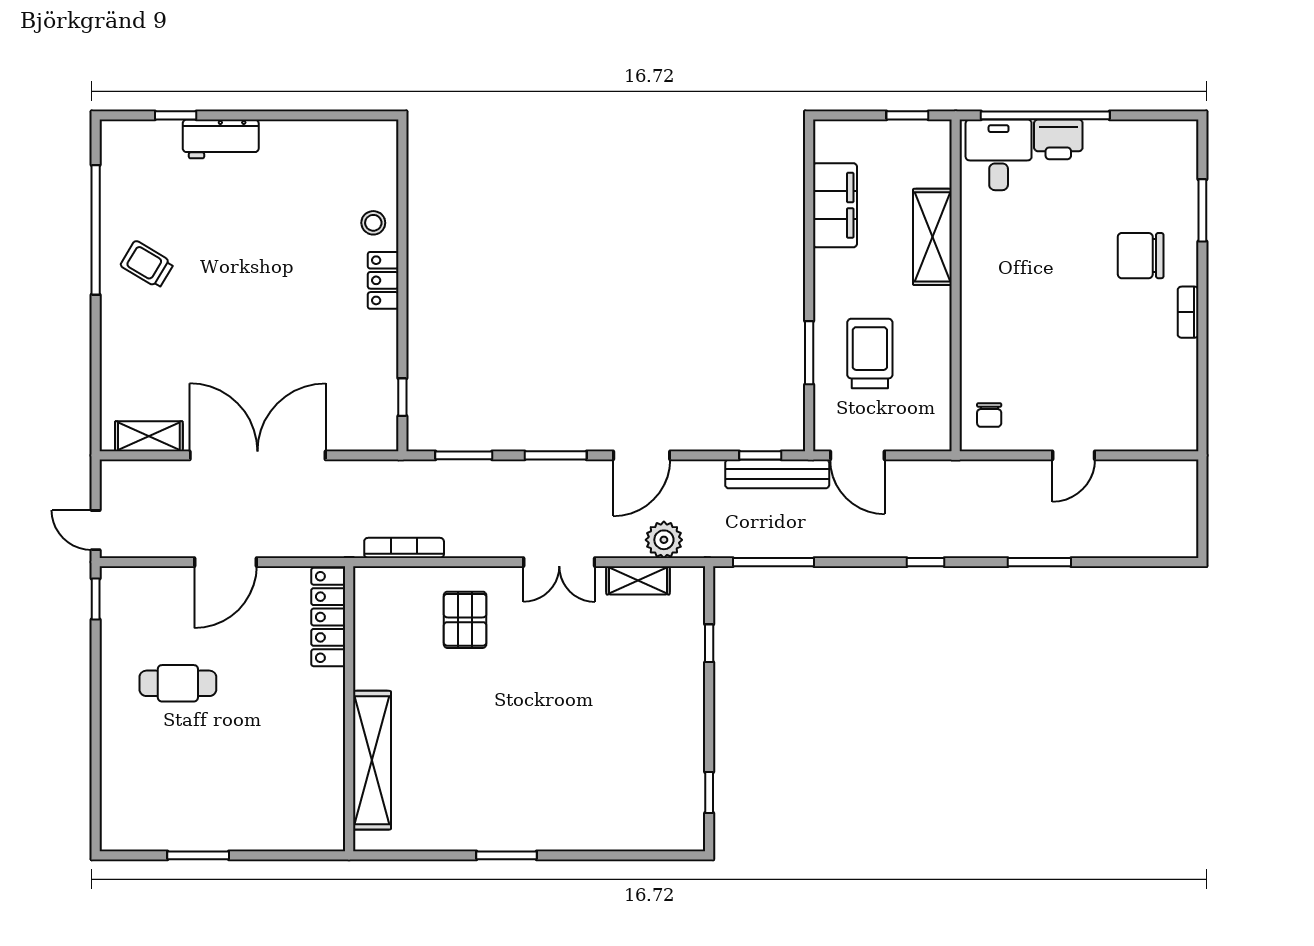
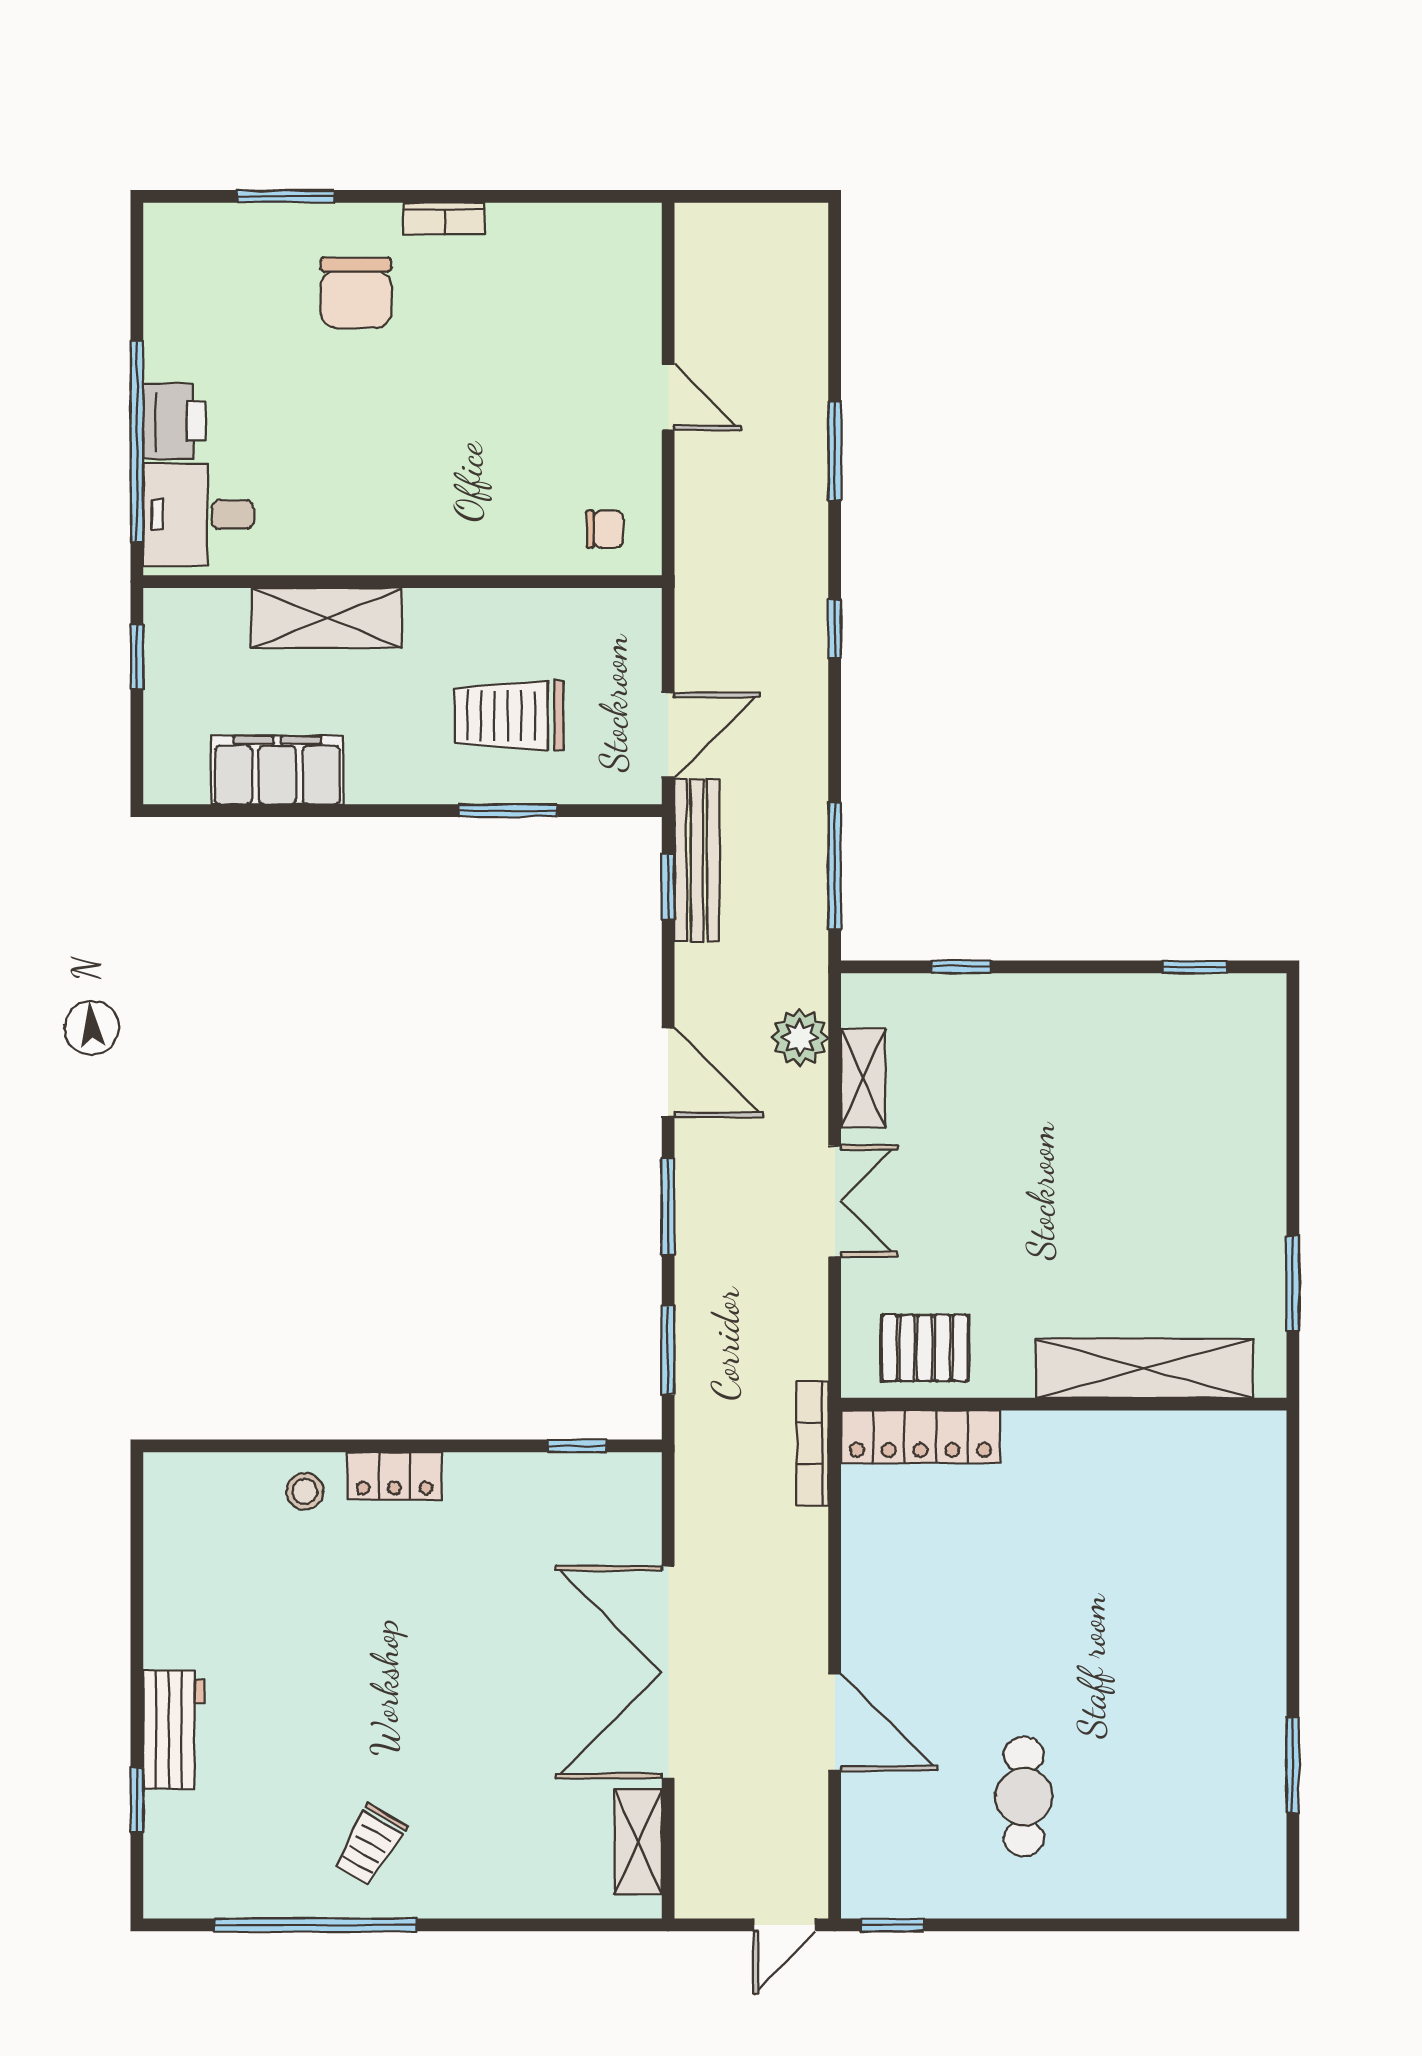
locker: (328, 617) -> (920, 1437), moved
wall: (349, 709) -> (1064, 1404), moved
shelving: (372, 760) -> (1144, 1368), moved

